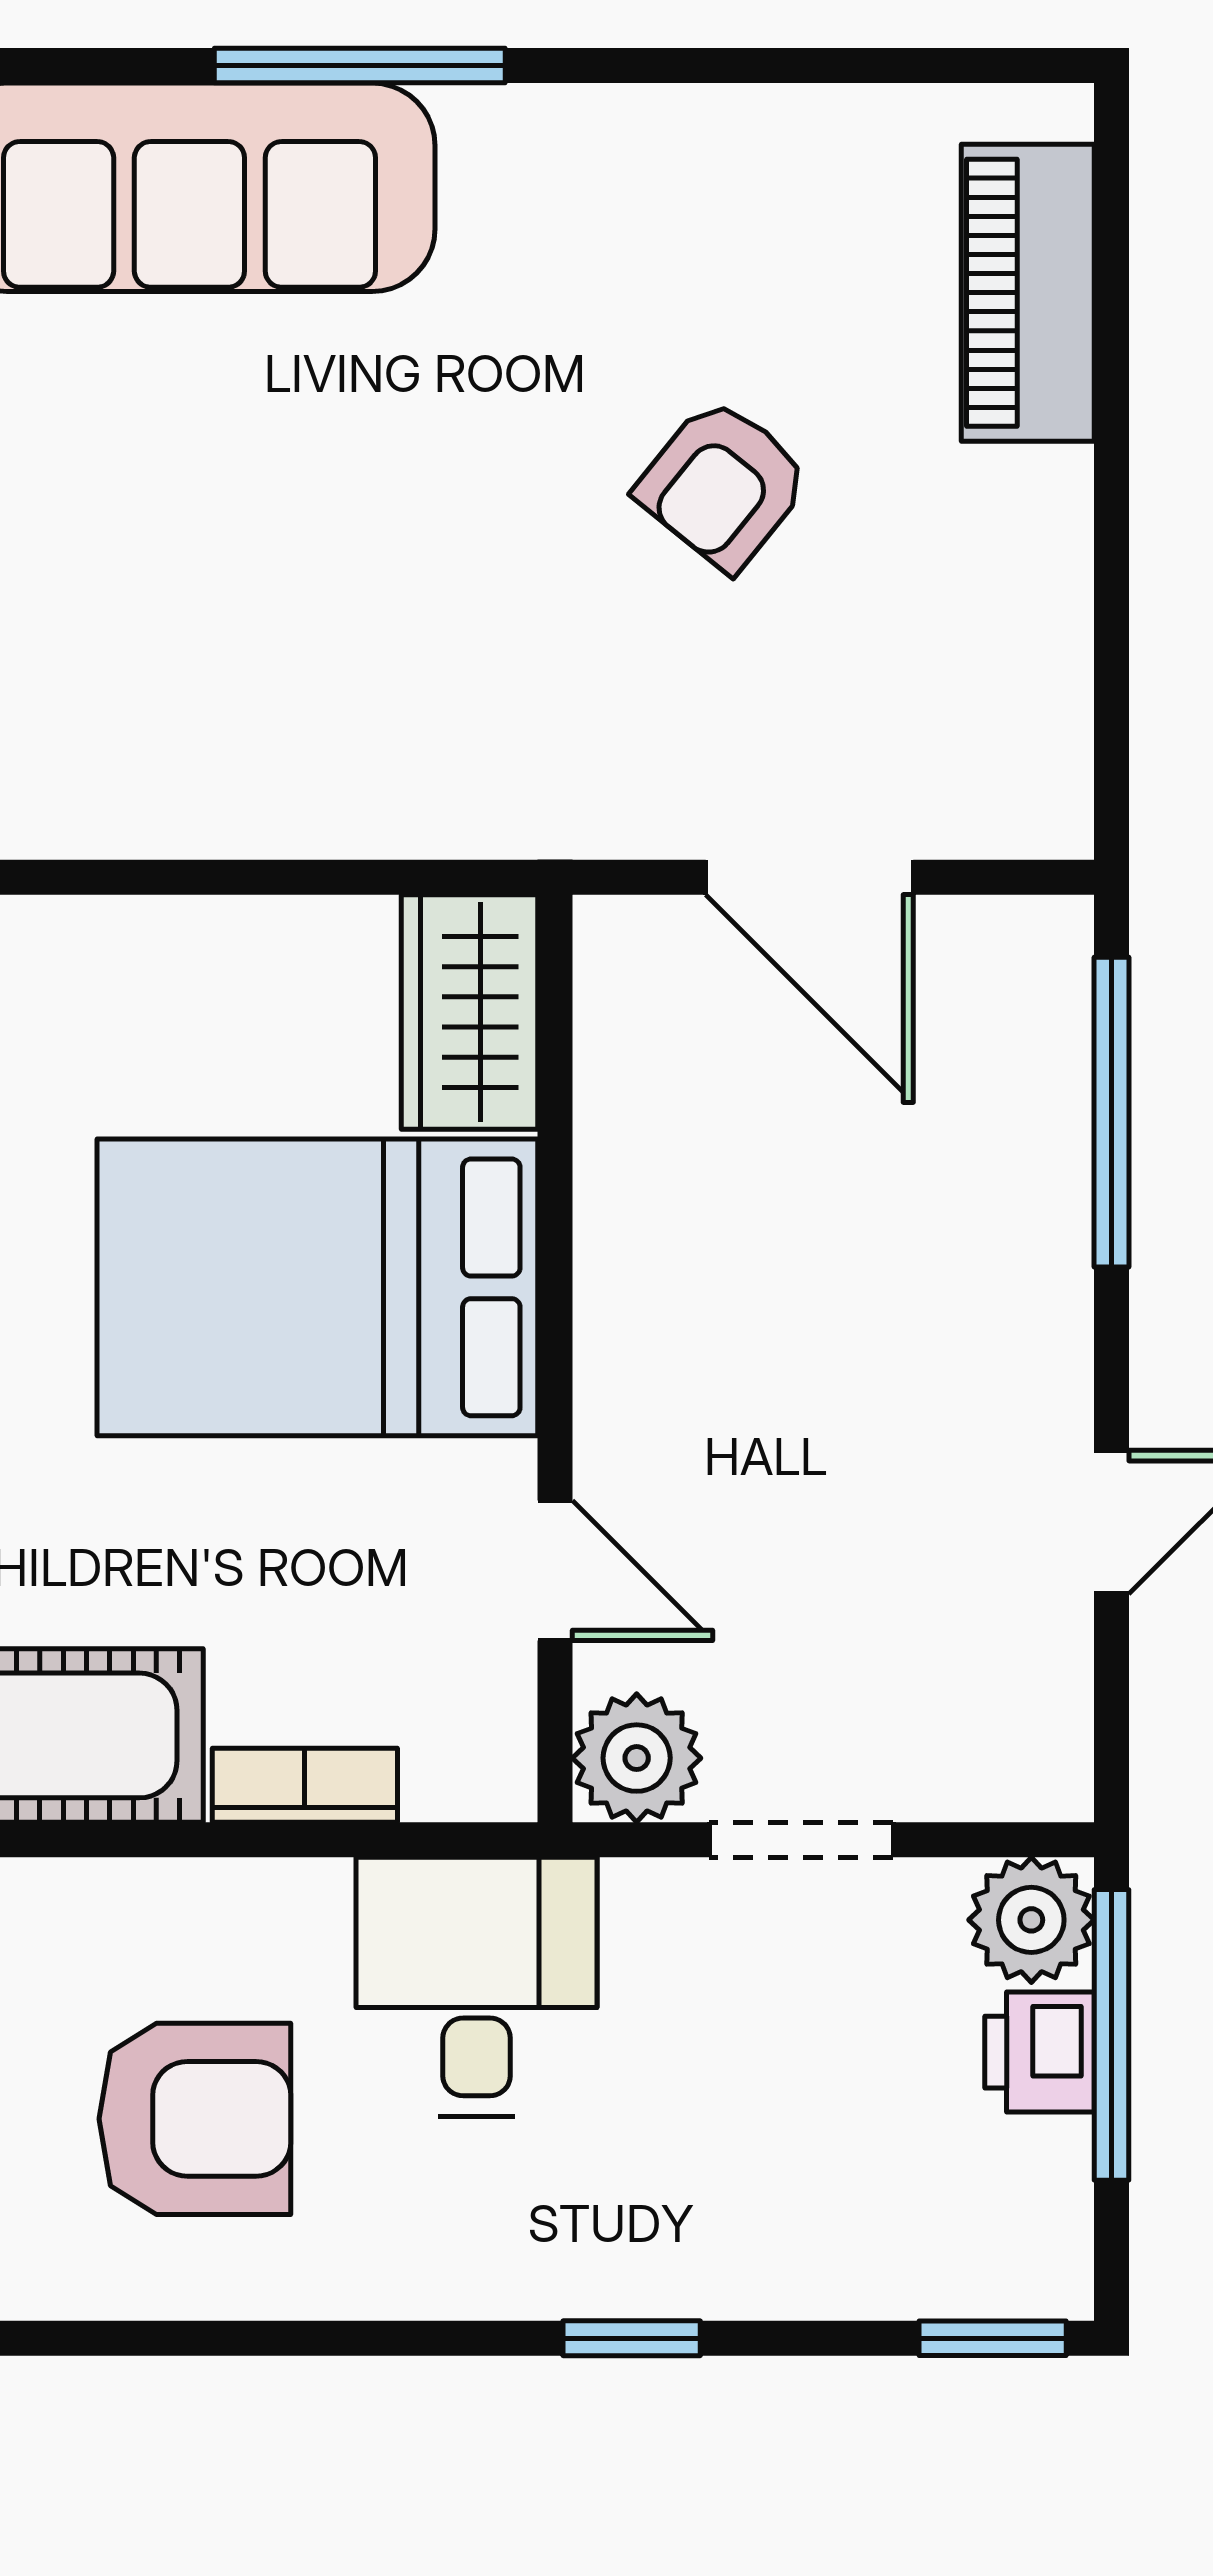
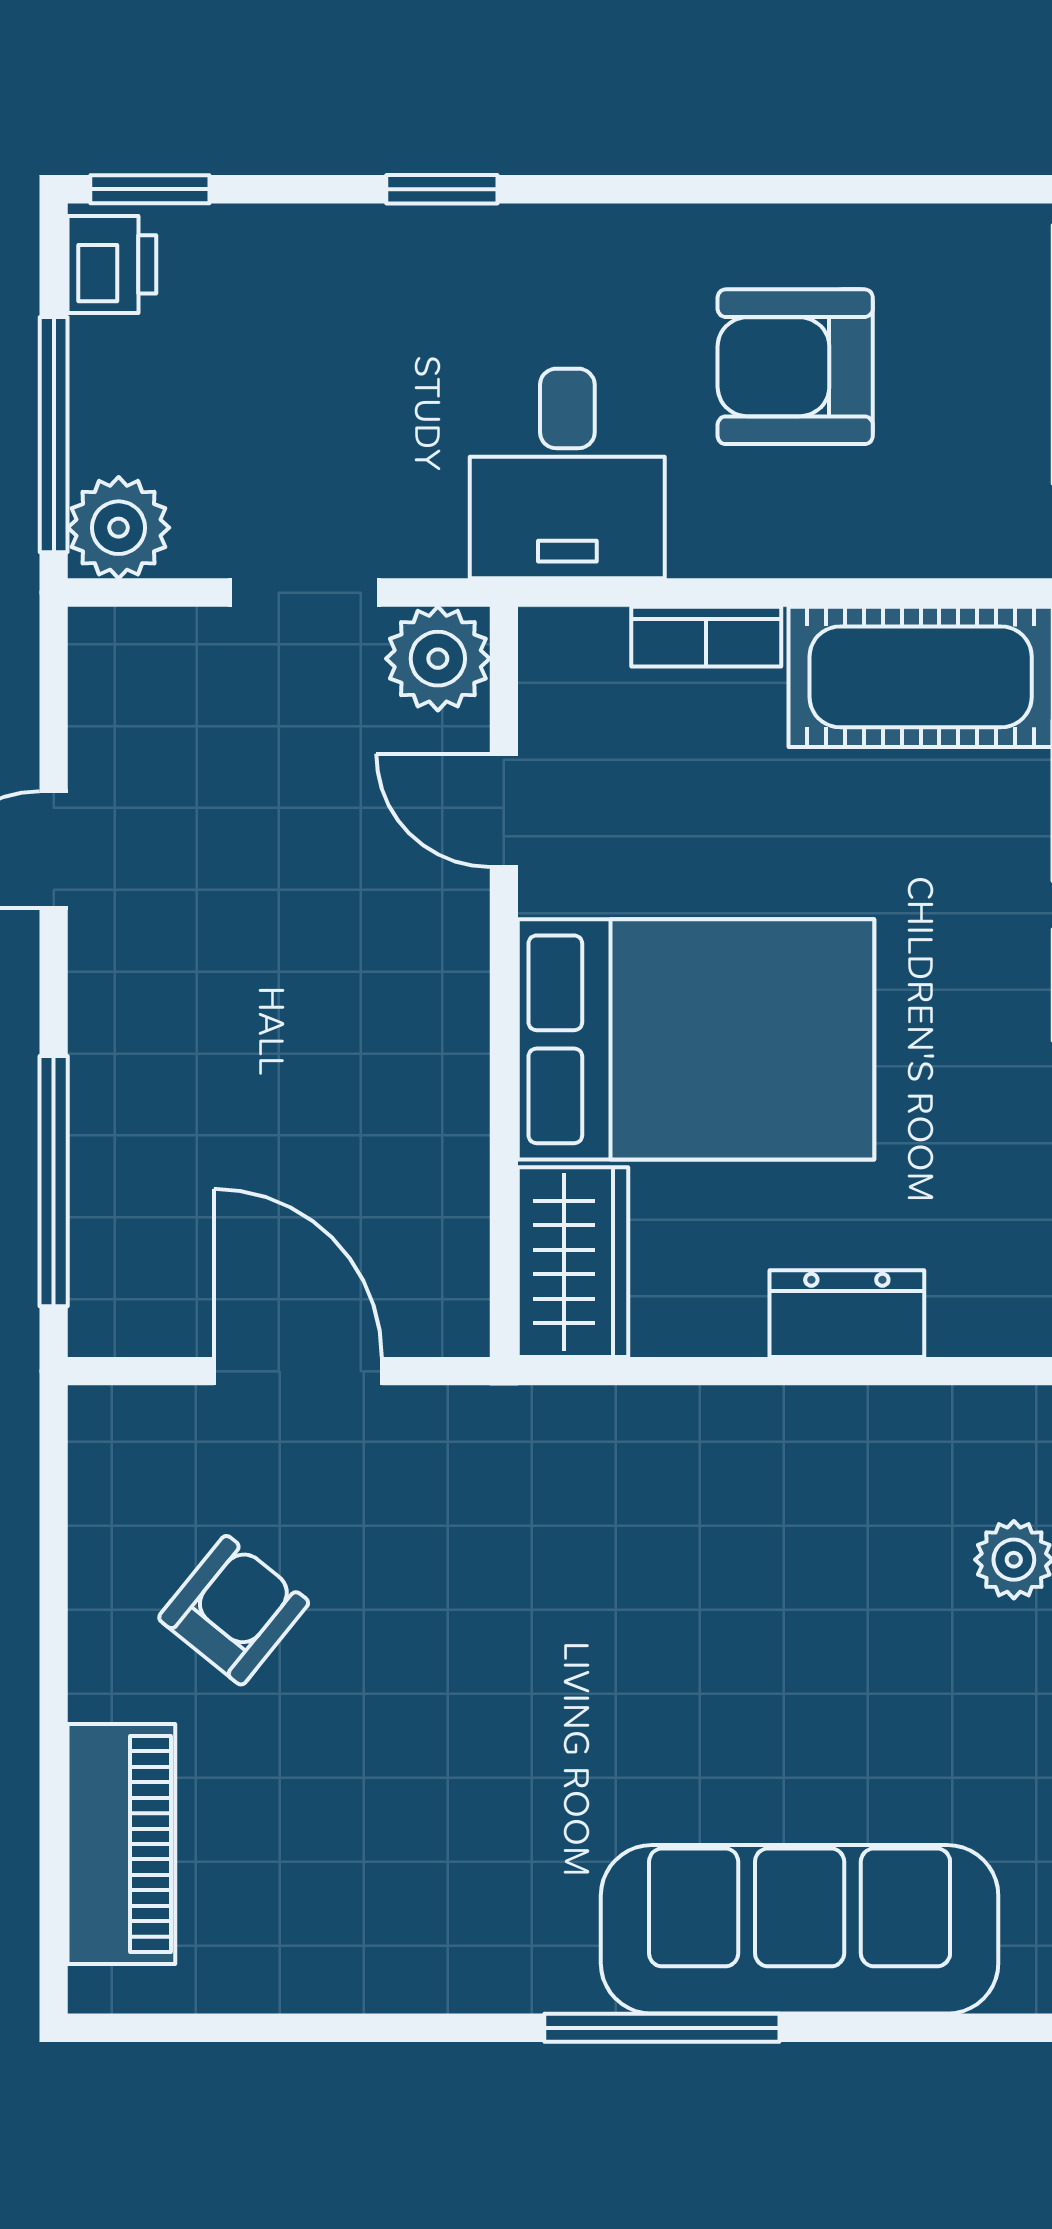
armchair: (723, 484) -> (234, 1610), moved
dresser: (131, 948) -> (847, 1314), added
printer: (1039, 2052) -> (112, 264), moved

